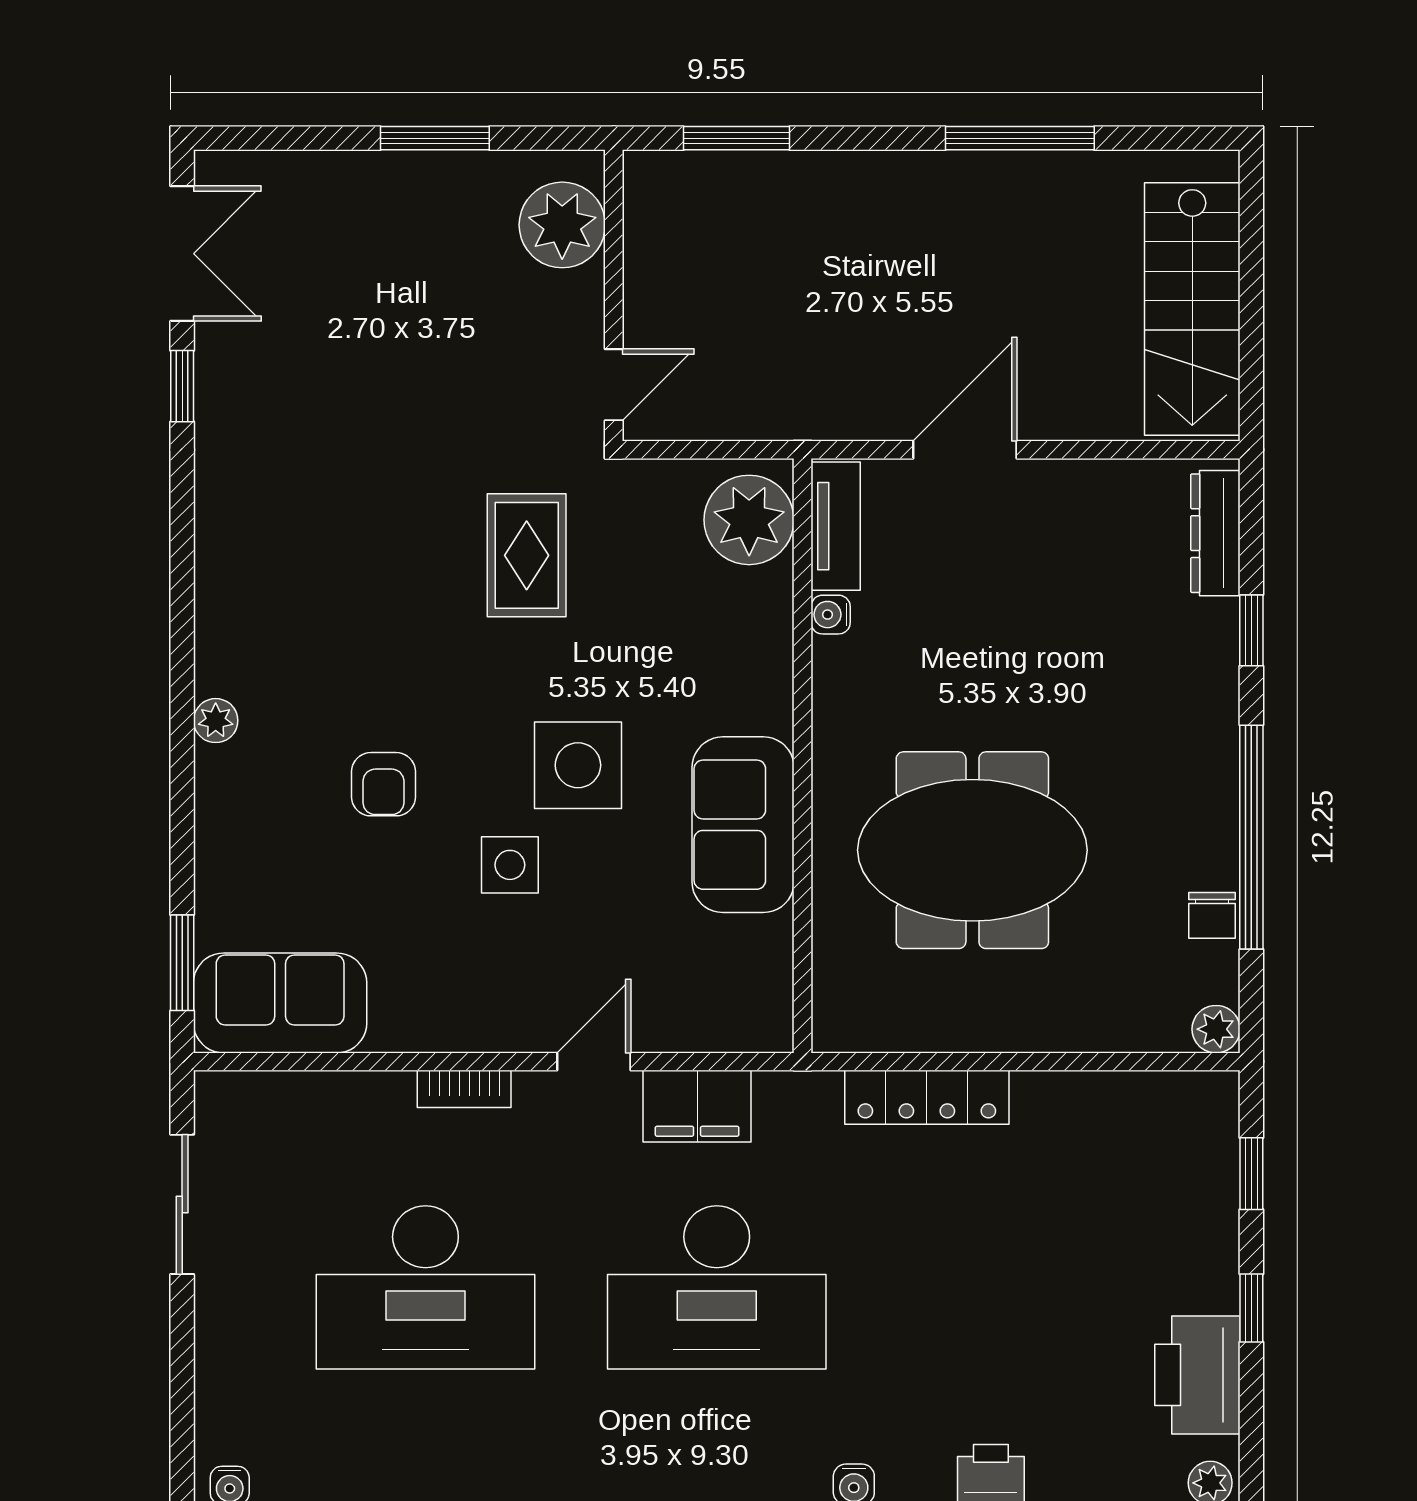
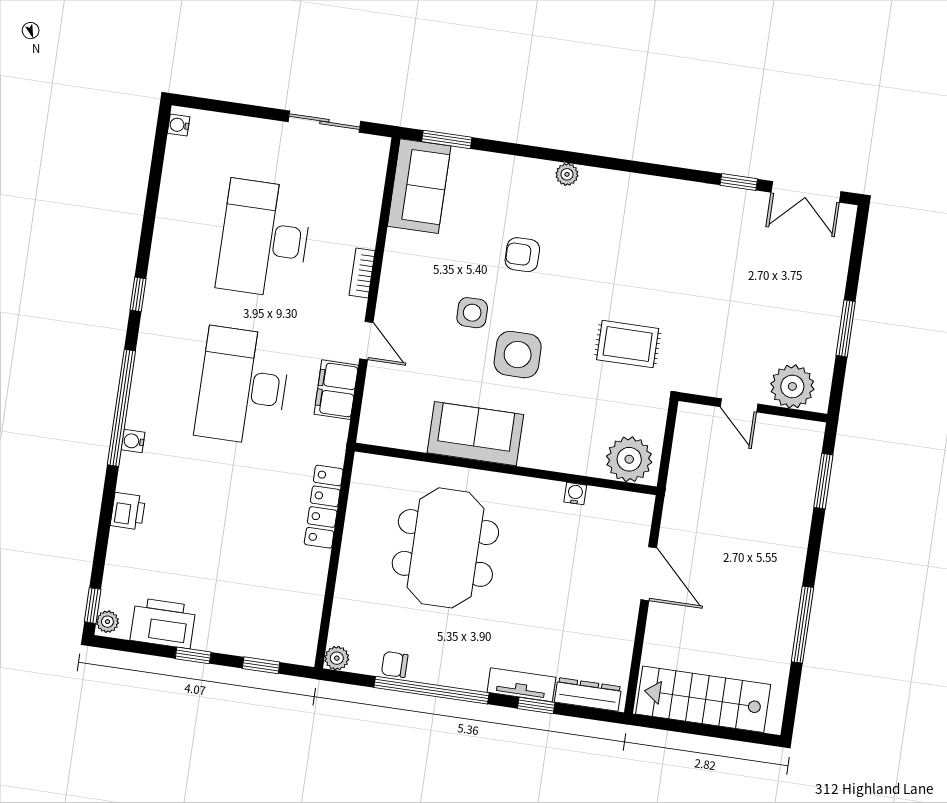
door: (614, 385) -> (739, 405), moved
tv unit: (836, 526) -> (521, 685), moved, turned 180

